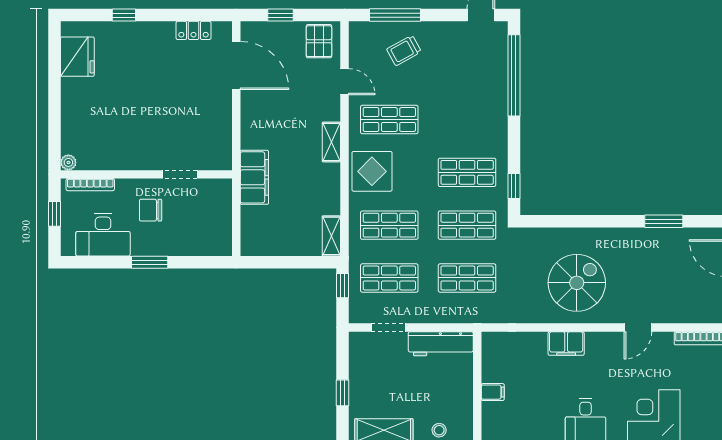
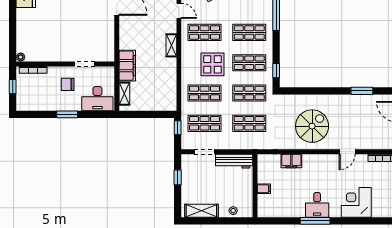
shop shelf: (467, 119) -> (249, 32), added
display table: (372, 171) -> (213, 64), moved
desk: (103, 235) -> (97, 99), moved
shelving: (331, 236) -> (124, 94), moved
filing cabinet: (566, 344) -> (291, 161), moved
window: (342, 393) -> (178, 177), moved

